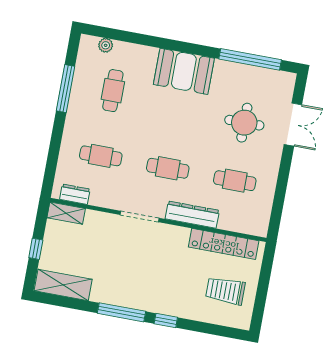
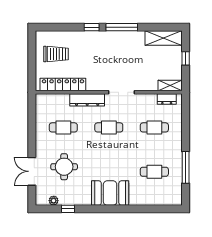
plant: (106, 45) -> (54, 201), moved
window: (250, 59) -> (68, 209), width x0.32
cafe table: (113, 91) -> (154, 172), turned 90

